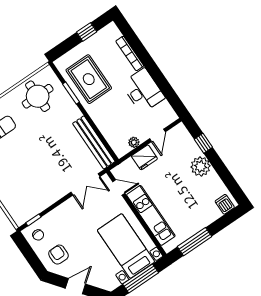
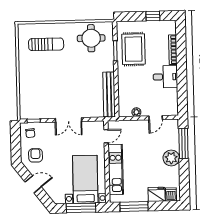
desk: (143, 91) -> (165, 77), width x0.73
window: (203, 143) -> (183, 143), width x2.17
fridge: (144, 157) -> (157, 194), moved, turned 180
double door: (85, 184) -> (68, 120), moved
door: (119, 187) -> (106, 136), hinge flipped

